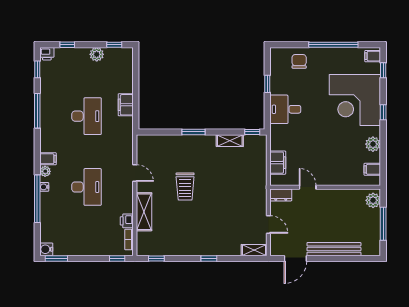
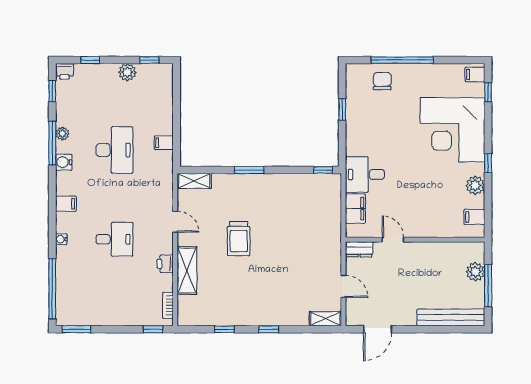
window: (333, 45) -> (402, 60), moved
filing cabinet: (126, 105) -> (164, 143), width x0.50
desk: (285, 109) -> (365, 174), moved
window: (383, 112) -> (488, 163), moved
shelving: (230, 141) -> (194, 181), moved
plant: (45, 171) -> (62, 134), moved
desk: (87, 187) -> (114, 239), width x0.73
window: (37, 199) -> (52, 289), moved
plant: (373, 200) -> (475, 272), moved
printer: (127, 221) -> (165, 264), moved
water cooler: (46, 249) -> (64, 162), moved
bench: (334, 249) -> (451, 317), moved
window: (156, 258) -> (224, 329), moved

